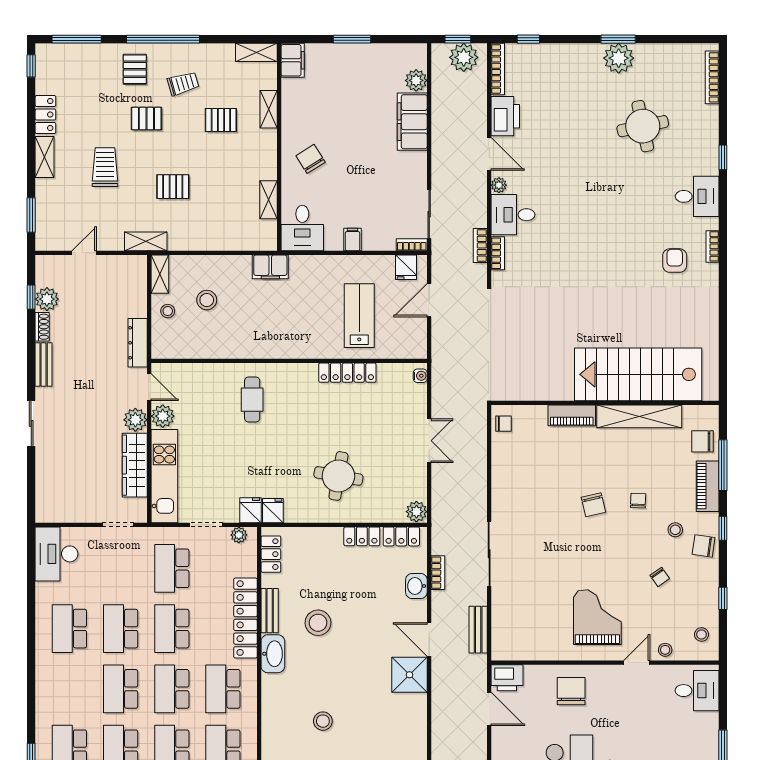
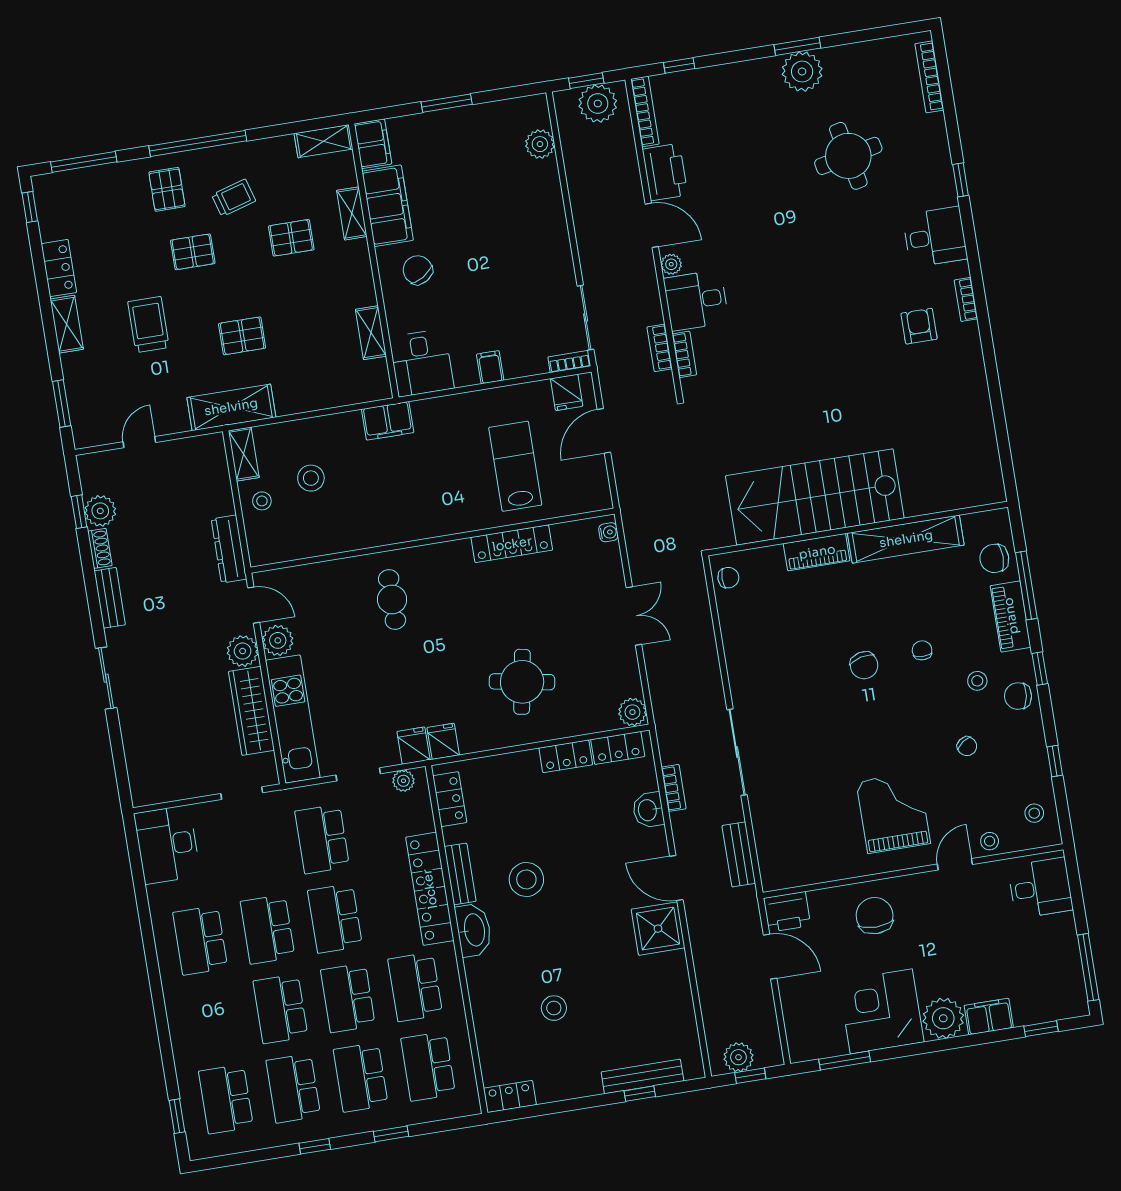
filing cabinet: (412, 122) -> (388, 206), moved, turned 180
shelving: (146, 241) -> (231, 407), width x1.50, depth x1.33
stairs: (638, 374) -> (815, 497), moved

